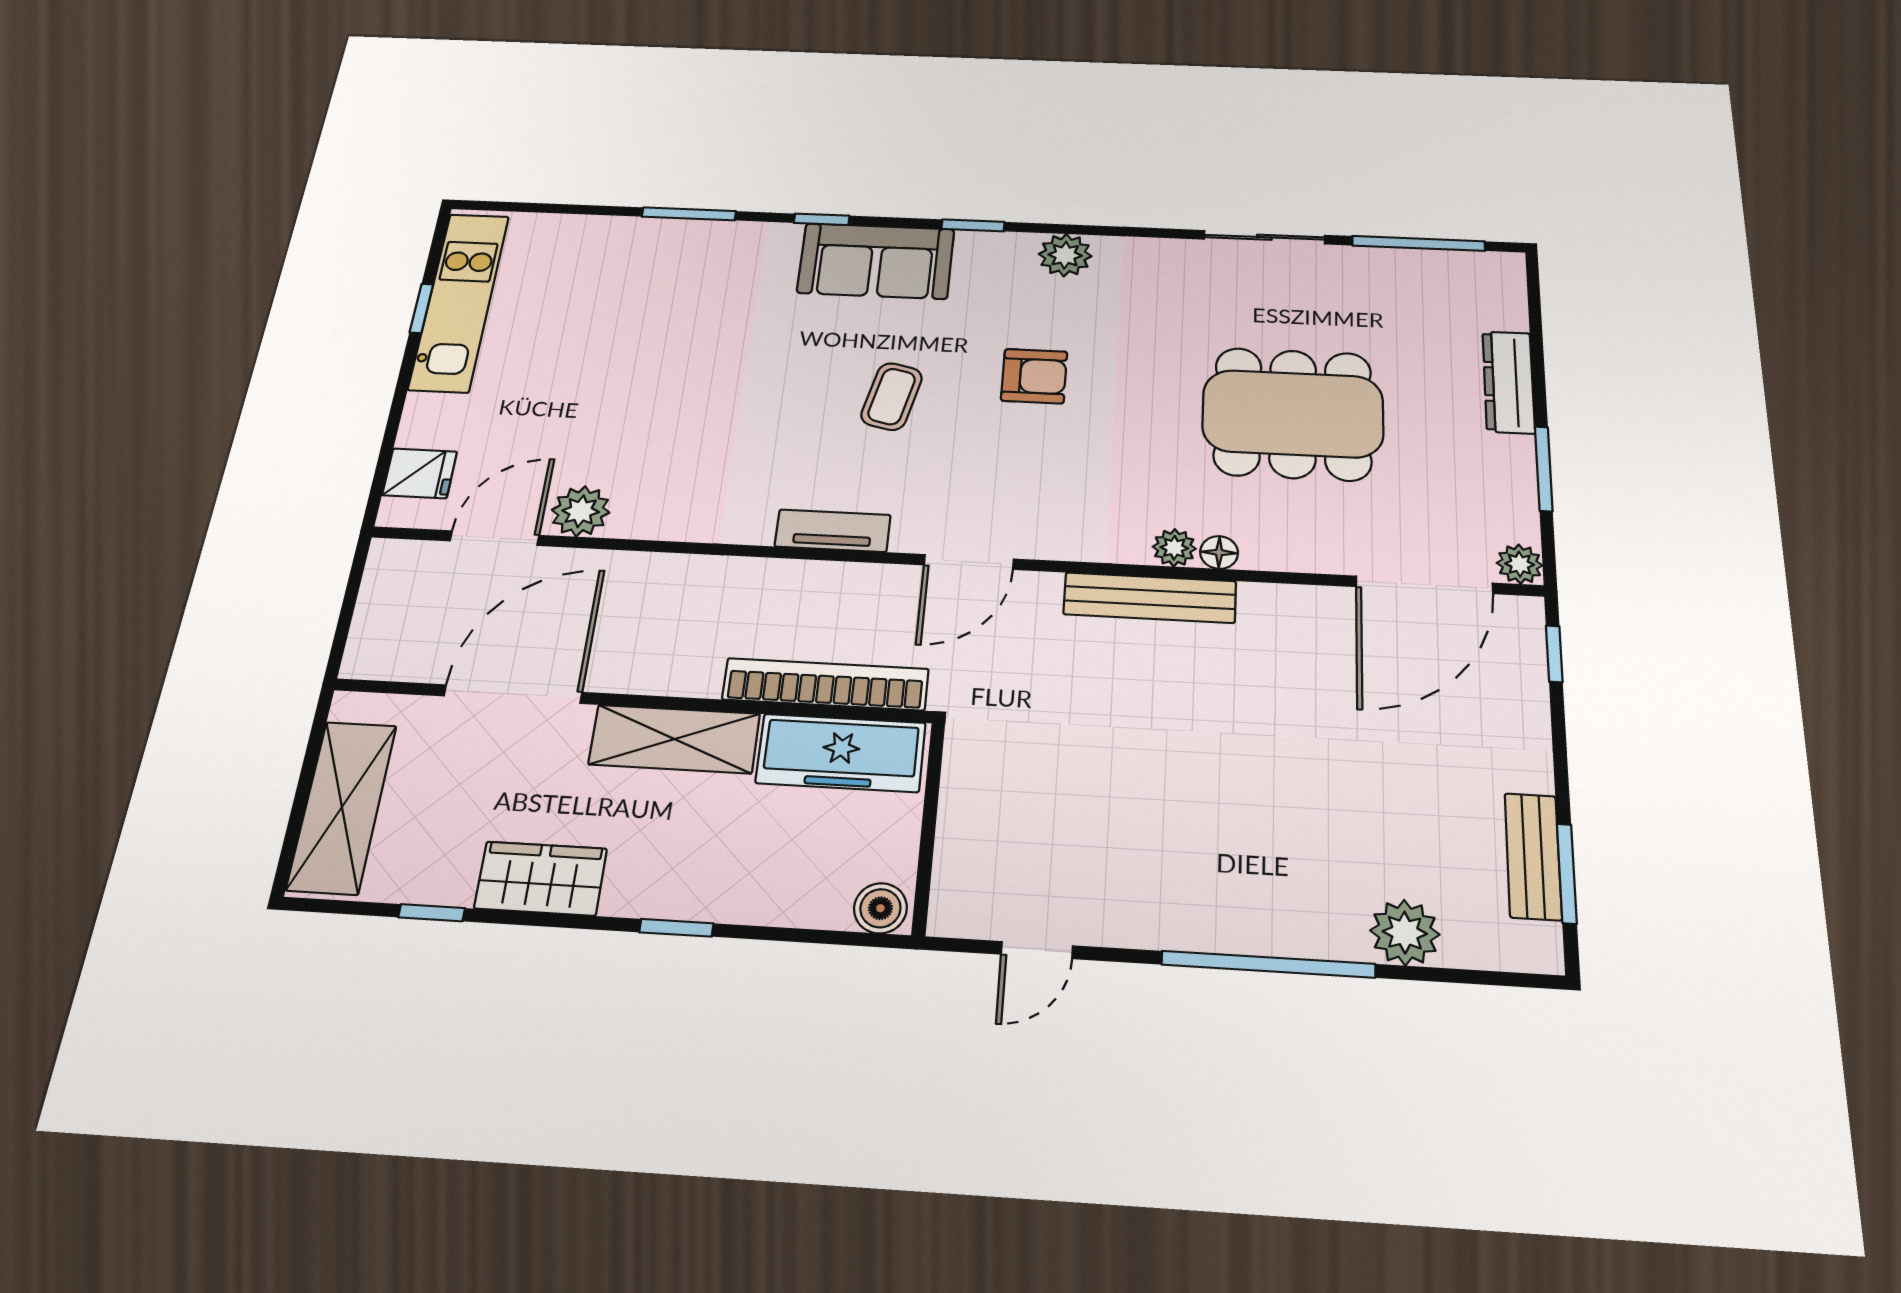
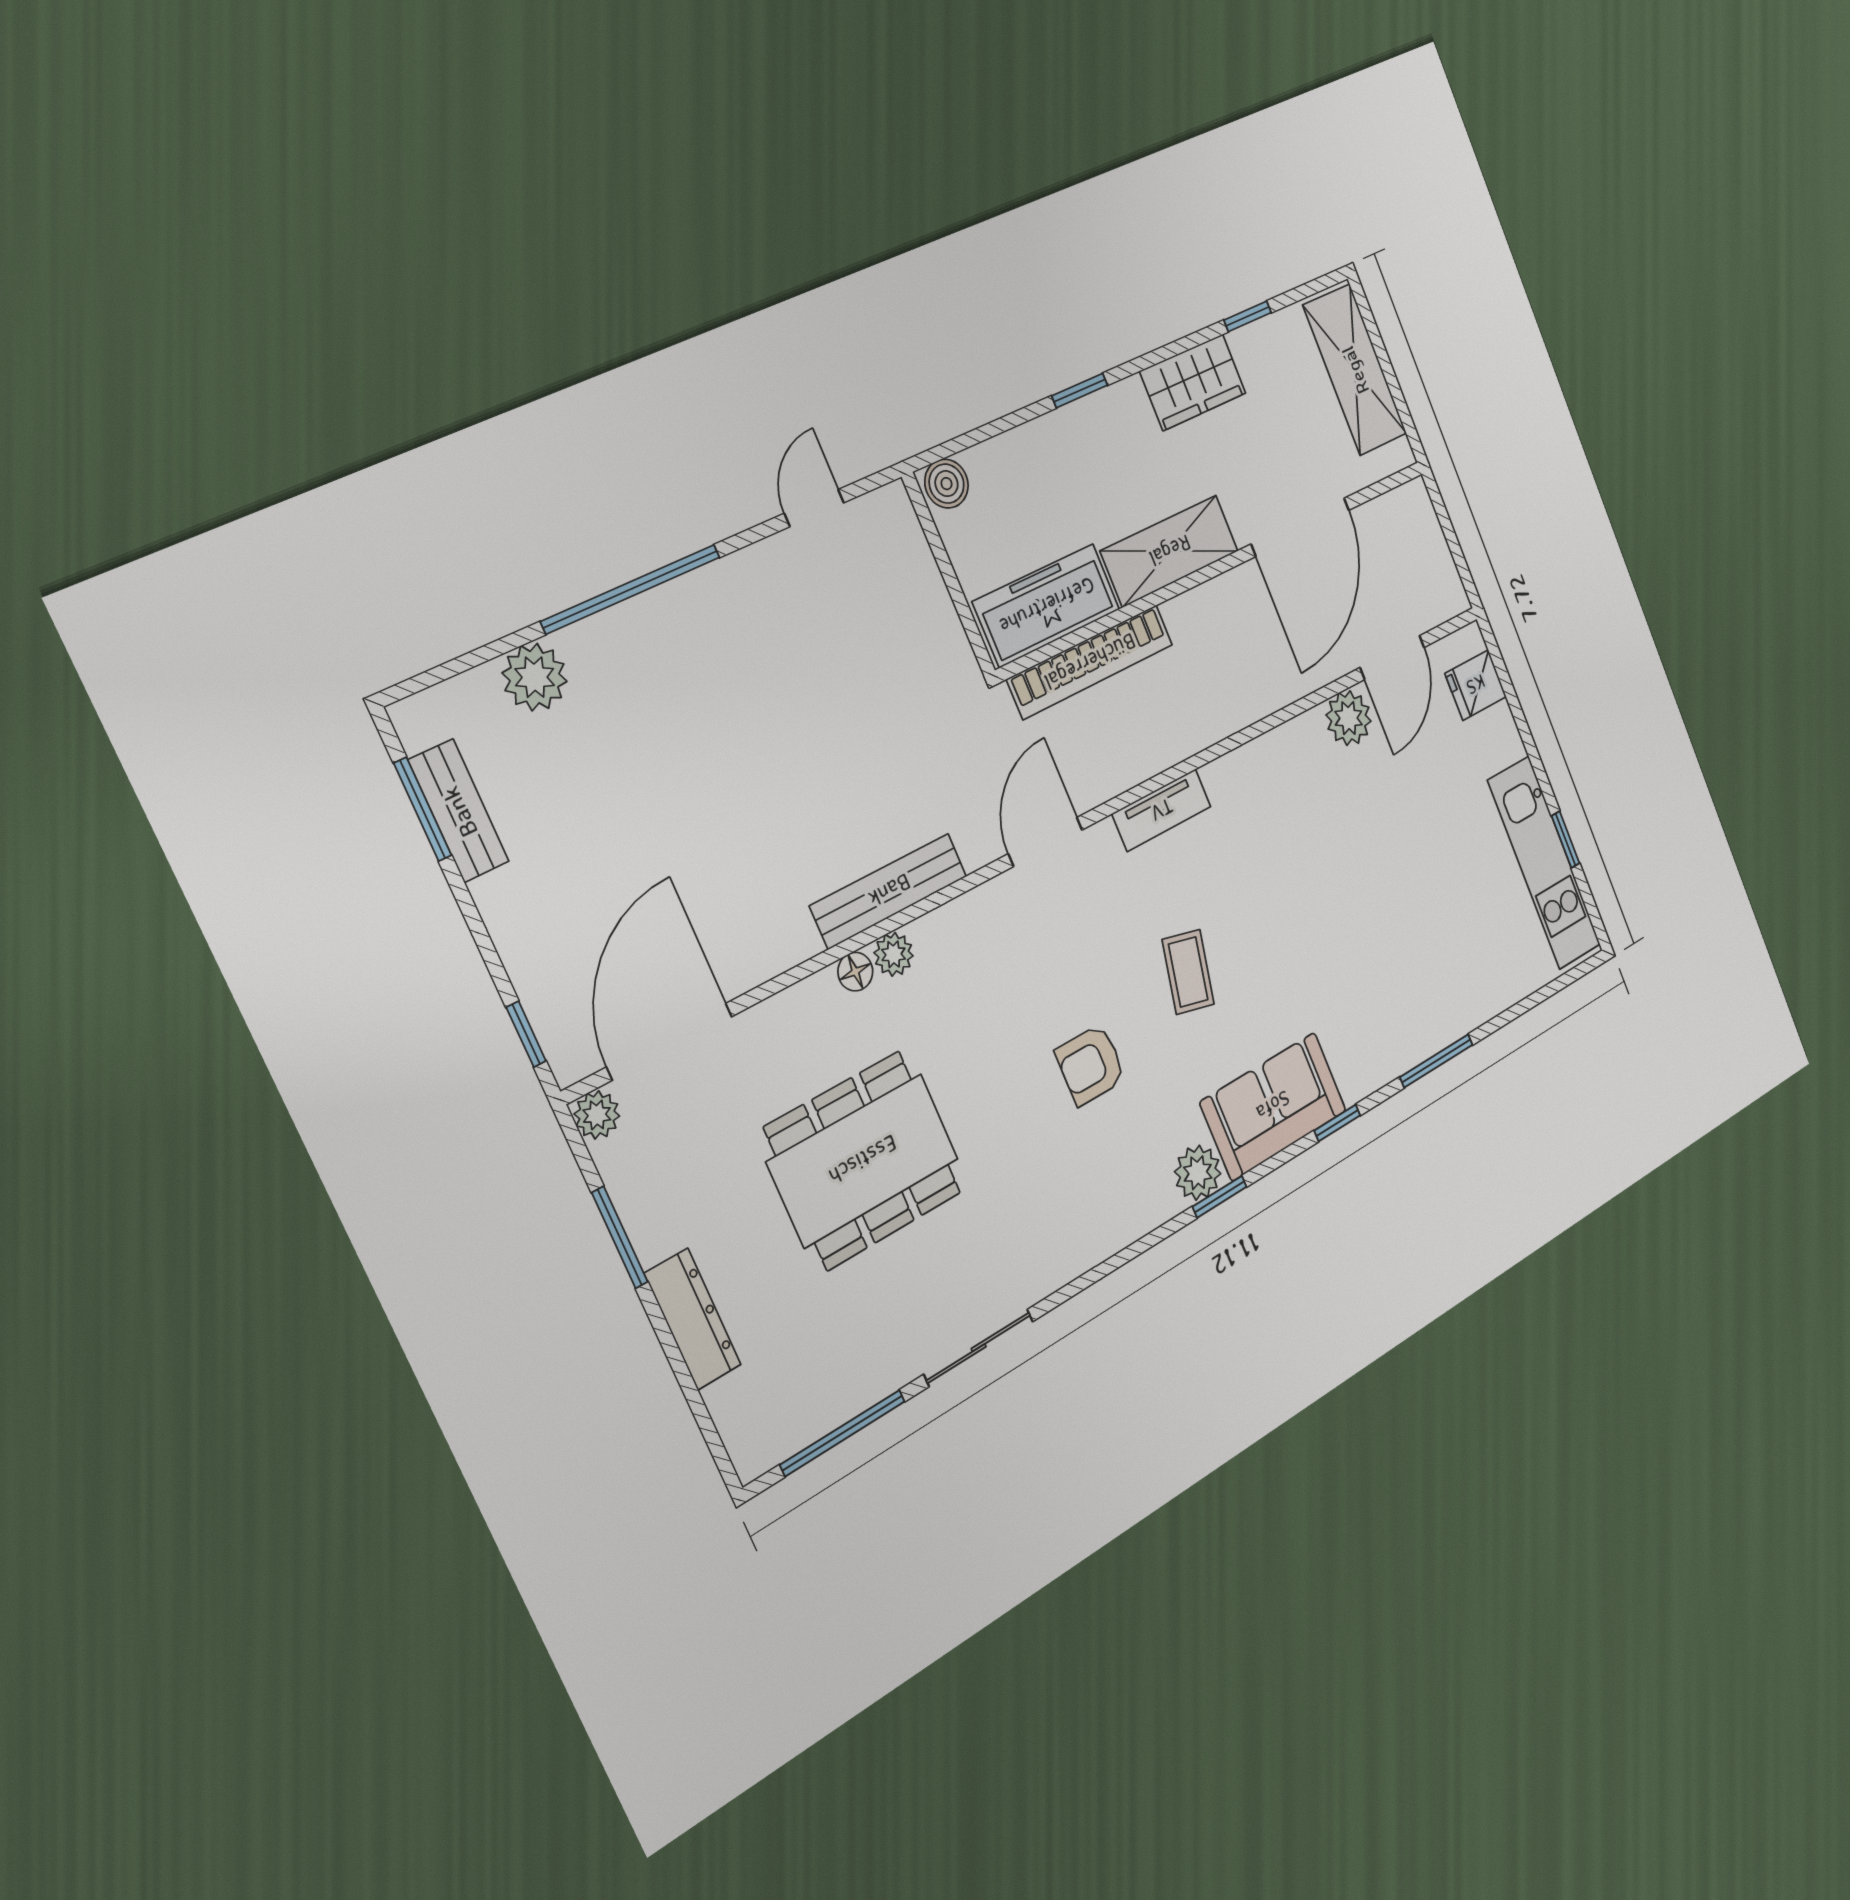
plant: (1065, 255) -> (1198, 1173), moved

